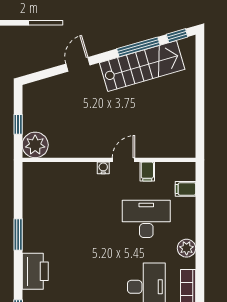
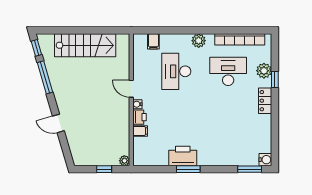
stairs: (142, 66) -> (85, 45), moved, turned 106
plant: (35, 145) -> (124, 161), width x0.53, depth x0.53
printer: (86, 171) -> (140, 117), added
filing cabinet: (147, 171) -> (140, 131), moved
printer: (35, 271) -> (183, 156), moved

